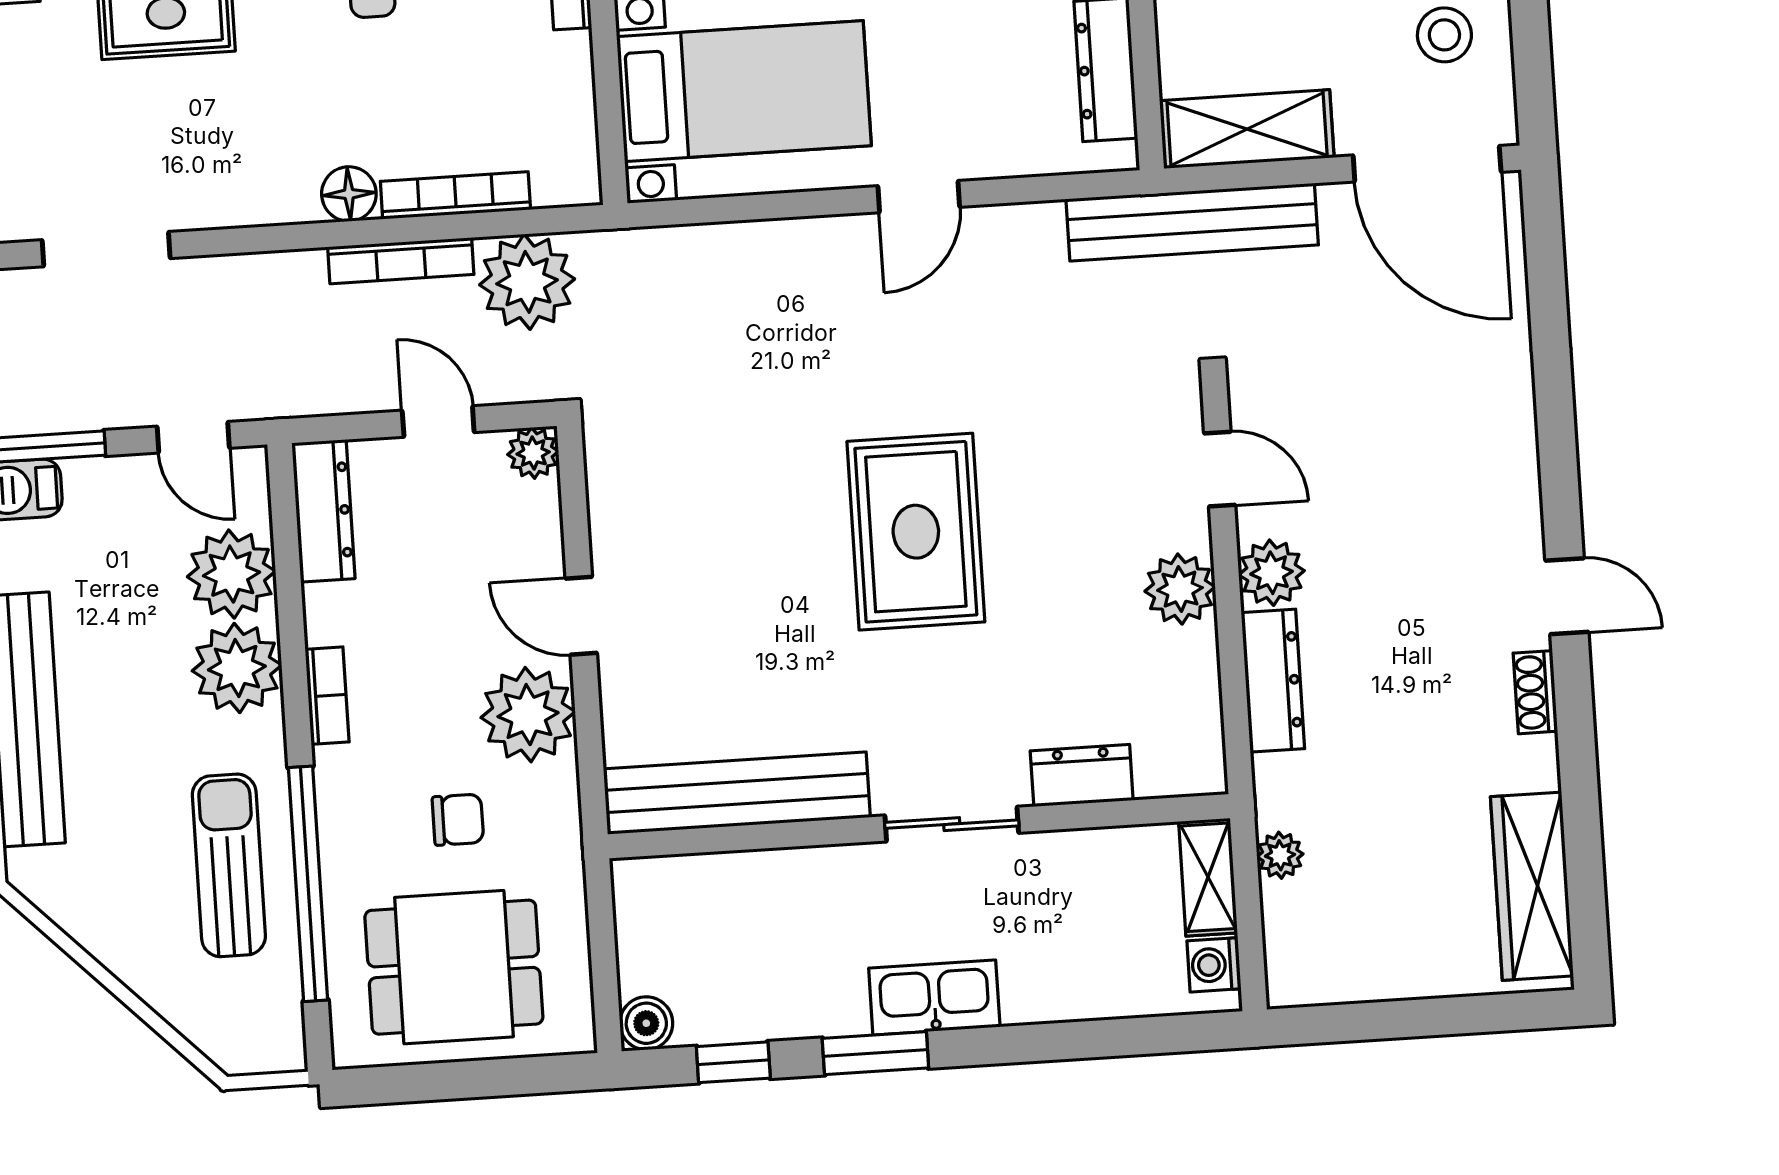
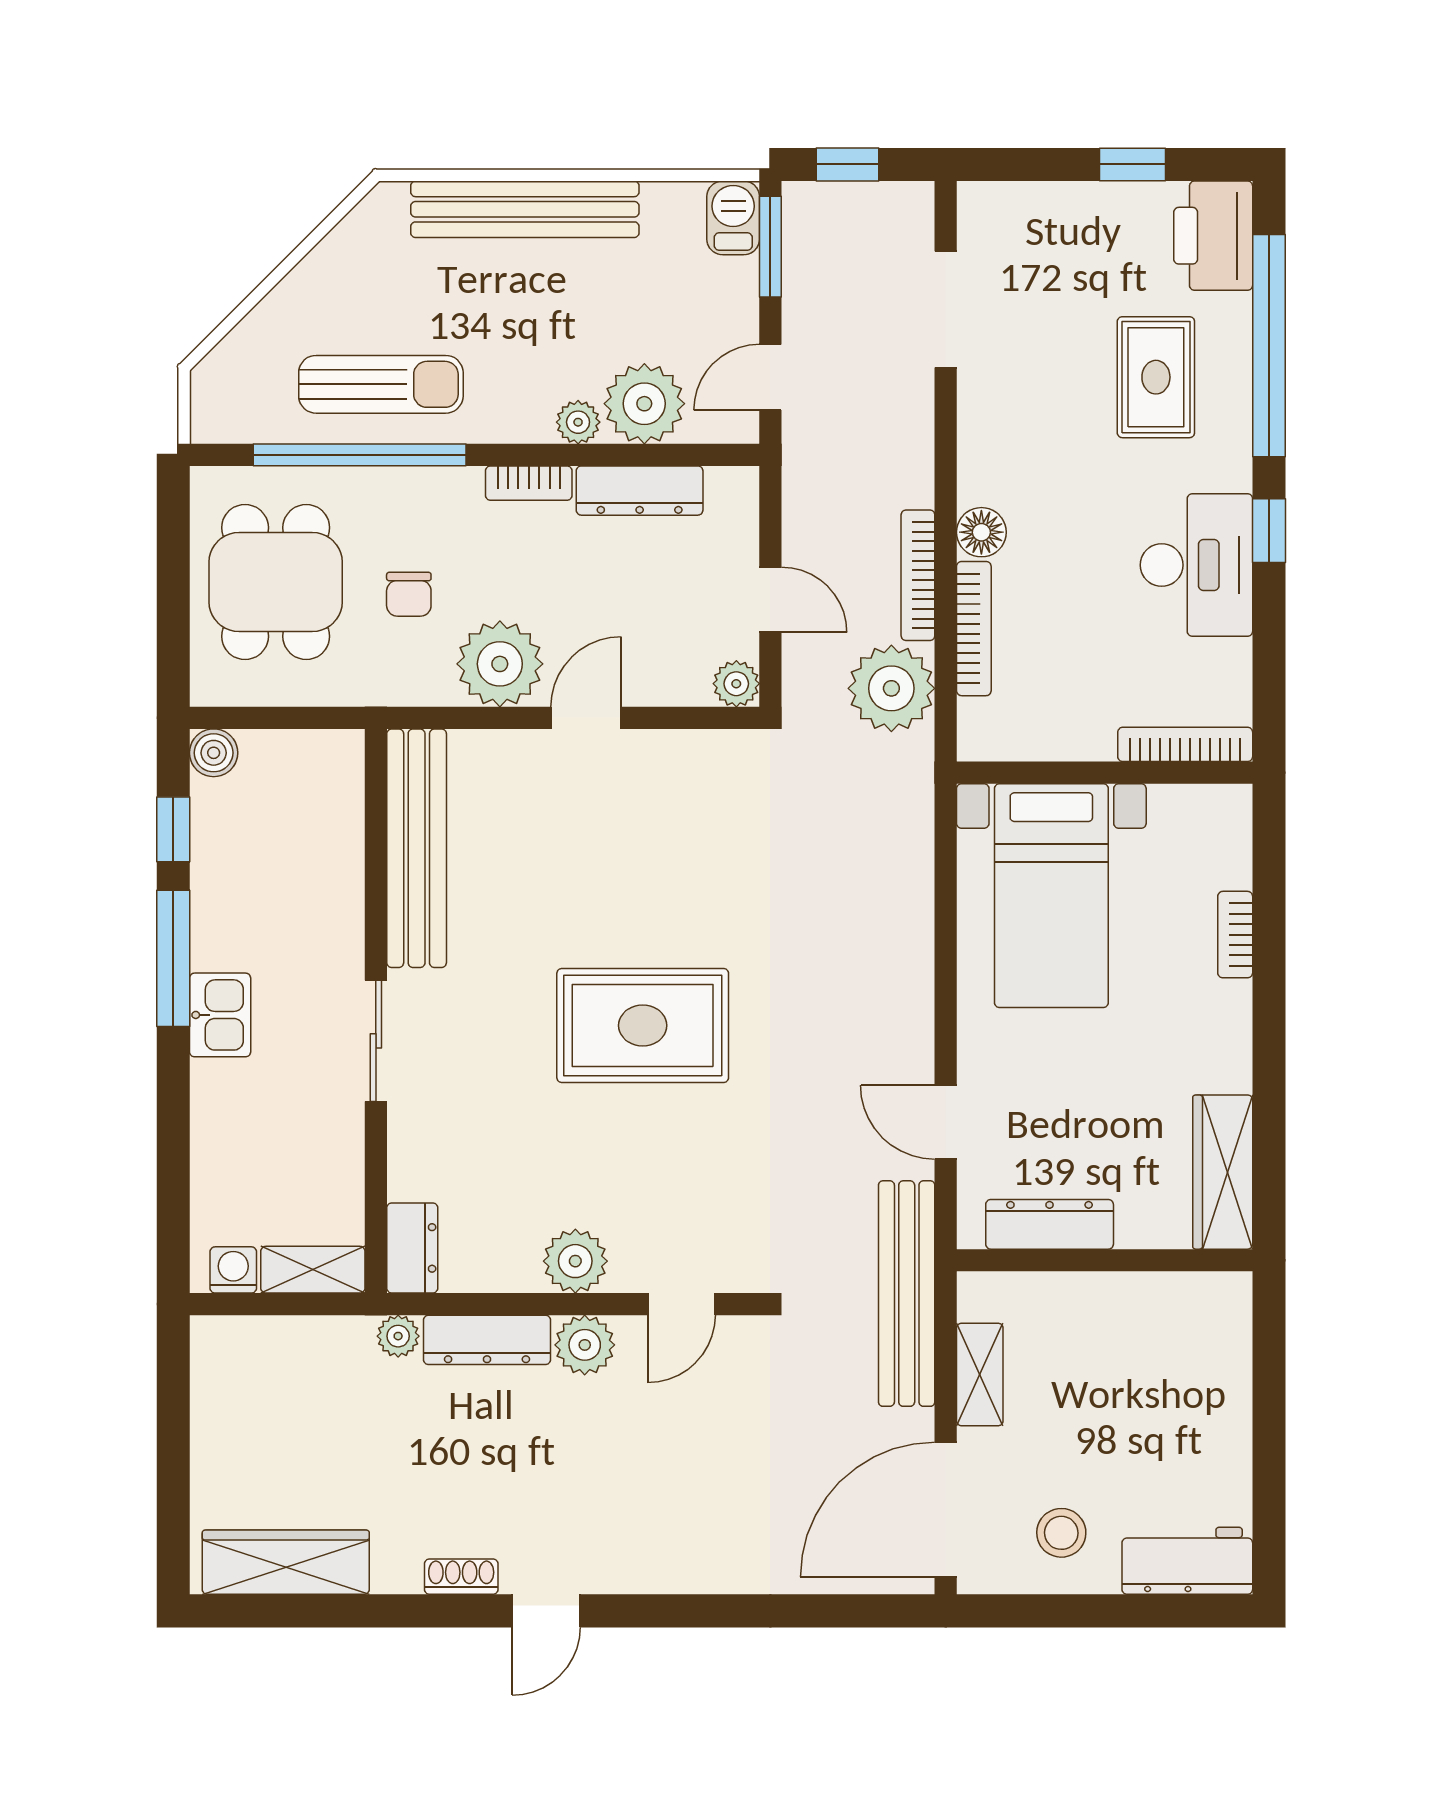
shelving: (1247, 129) -> (980, 1374), width x0.67, depth x0.75
door: (919, 197) -> (946, 1122), moved
door: (438, 421) -> (770, 600), hinge flipped
dresser: (323, 511) -> (640, 491), moved
plant: (237, 668) -> (578, 422), width x0.53, depth x0.53
dresser: (1082, 776) -> (412, 1248), moved
plant: (1280, 855) -> (398, 1336), moved
kitchen sink: (934, 997) -> (220, 1015), width x0.73
window: (875, 1053) -> (173, 958), width x1.44

